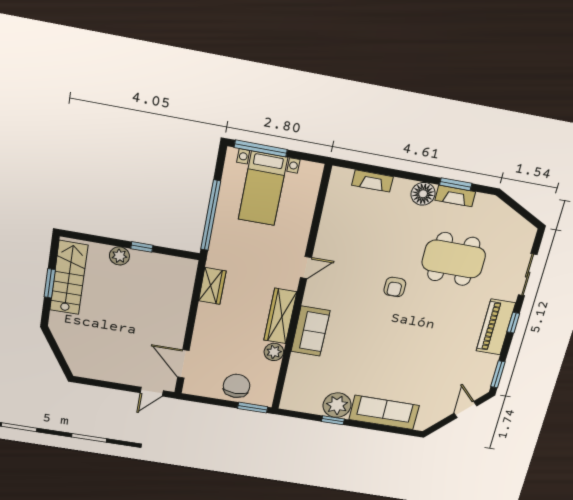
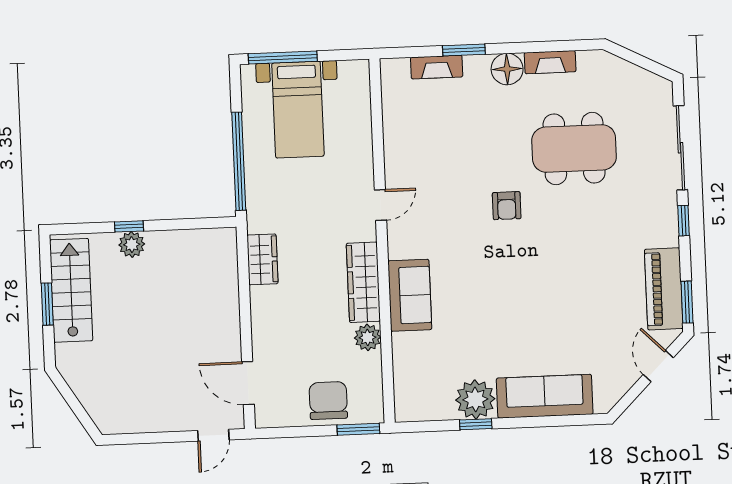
window: (456, 184) -> (464, 50), moved
window: (142, 247) -> (129, 226), moved
sliding door: (528, 275) -> (680, 148), width x1.37
piano: (496, 327) -> (664, 289), moved

